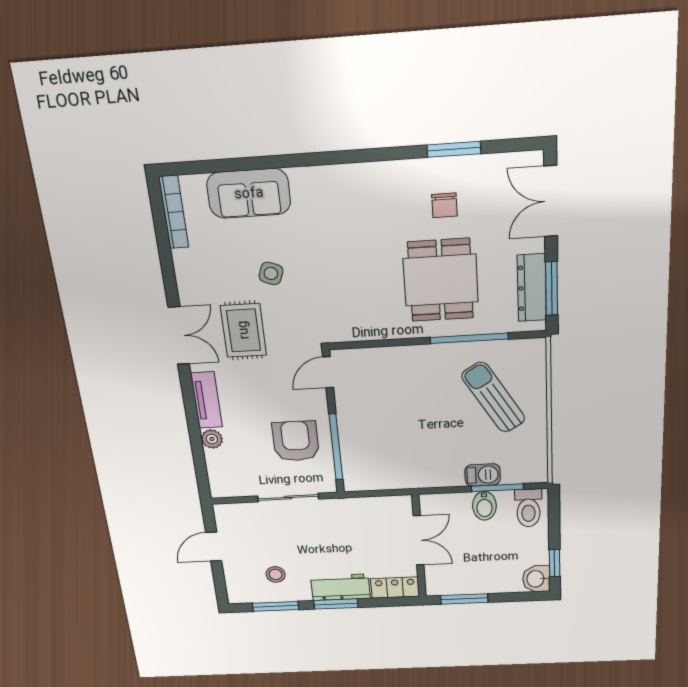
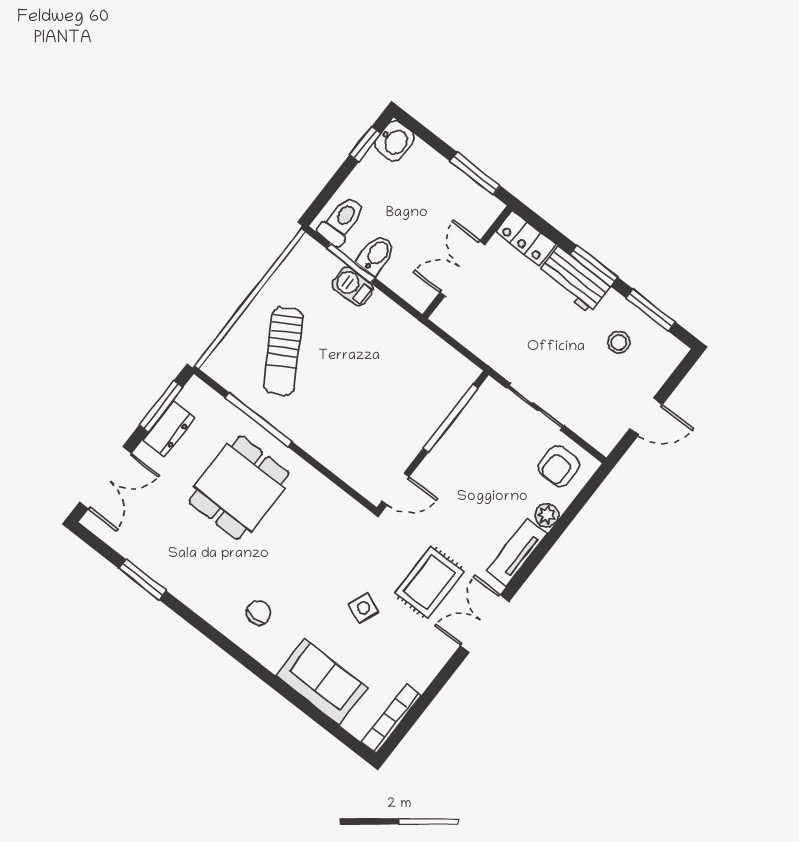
chair: (444, 205) -> (258, 613), moved
dresser: (532, 288) -> (169, 429), width x0.70
armchair: (296, 441) -> (559, 466), moved, width x0.72, depth x0.72

